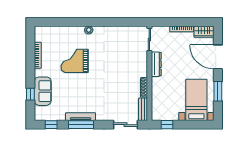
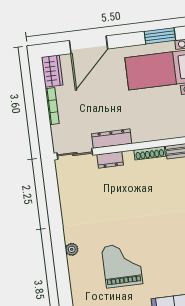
grand piano: (75, 61) -> (122, 265), turned 180
dresser: (143, 62) -> (110, 160), added
window: (218, 91) -> (160, 36), moved

